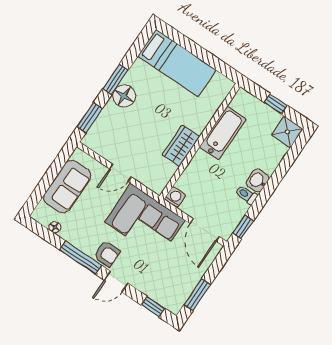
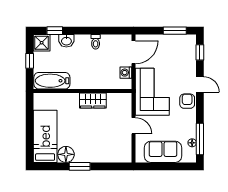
floor lamp: (124, 96) -> (66, 154), moved
window: (90, 118) -> (113, 166), removed
bathtub: (223, 133) -> (52, 81), moved
washbasin: (258, 181) -> (66, 41), moved
washing machine: (175, 197) -> (126, 73), moved
window: (243, 227) -> (55, 31), moved
window: (81, 258) -> (200, 139), moved

